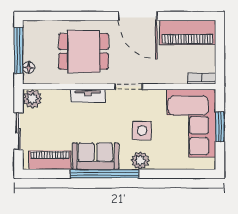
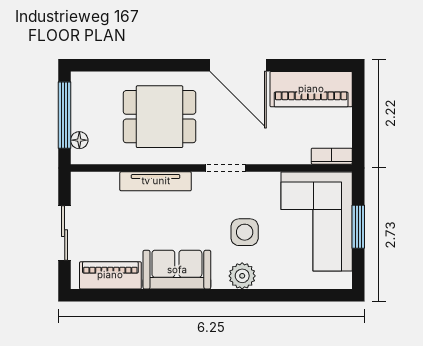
tv unit: (88, 96) -> (156, 181), width x1.41
plant: (32, 99) -> (85, 186), removed
window: (105, 174) -> (190, 295), removed

